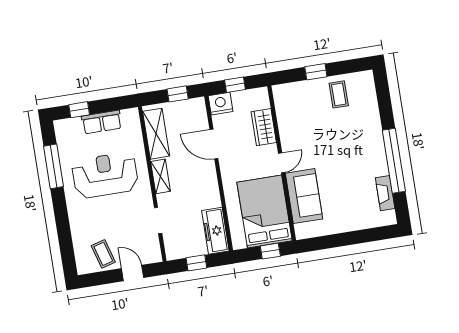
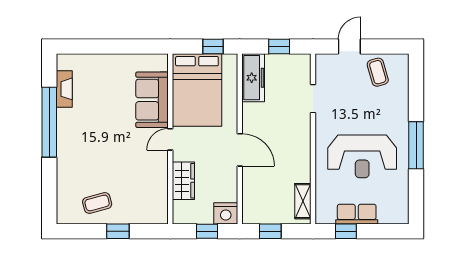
coffee table: (339, 94) -> (97, 203), turned 75
window: (79, 110) -> (346, 231), moved
shelving: (156, 134) -> (303, 201), width x0.67, depth x0.75
door: (214, 144) -> (240, 150), moved
window: (54, 166) -> (416, 145), moved
shelving: (161, 176) -> (303, 146), removed
window: (270, 251) -> (213, 46), moved
door: (133, 273) -> (349, 46), swing flipped

